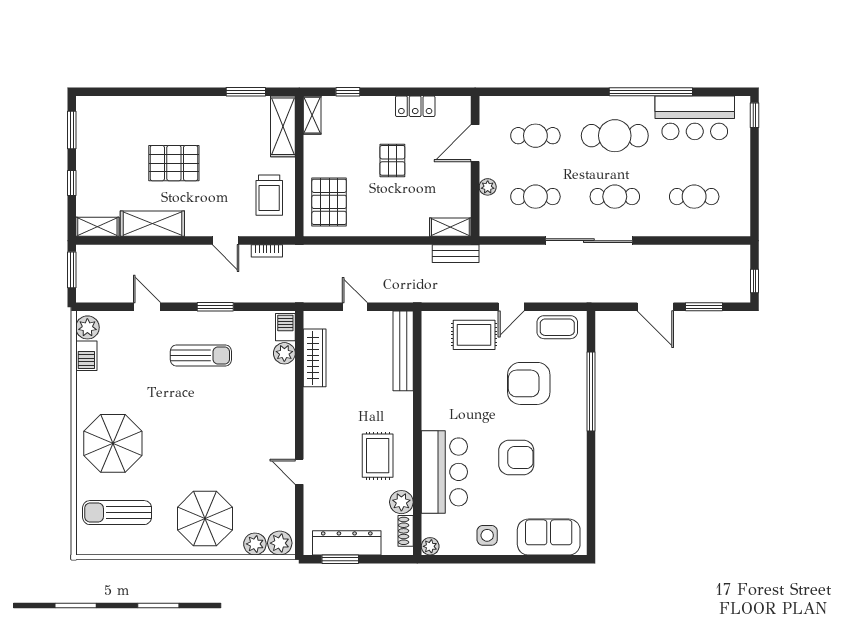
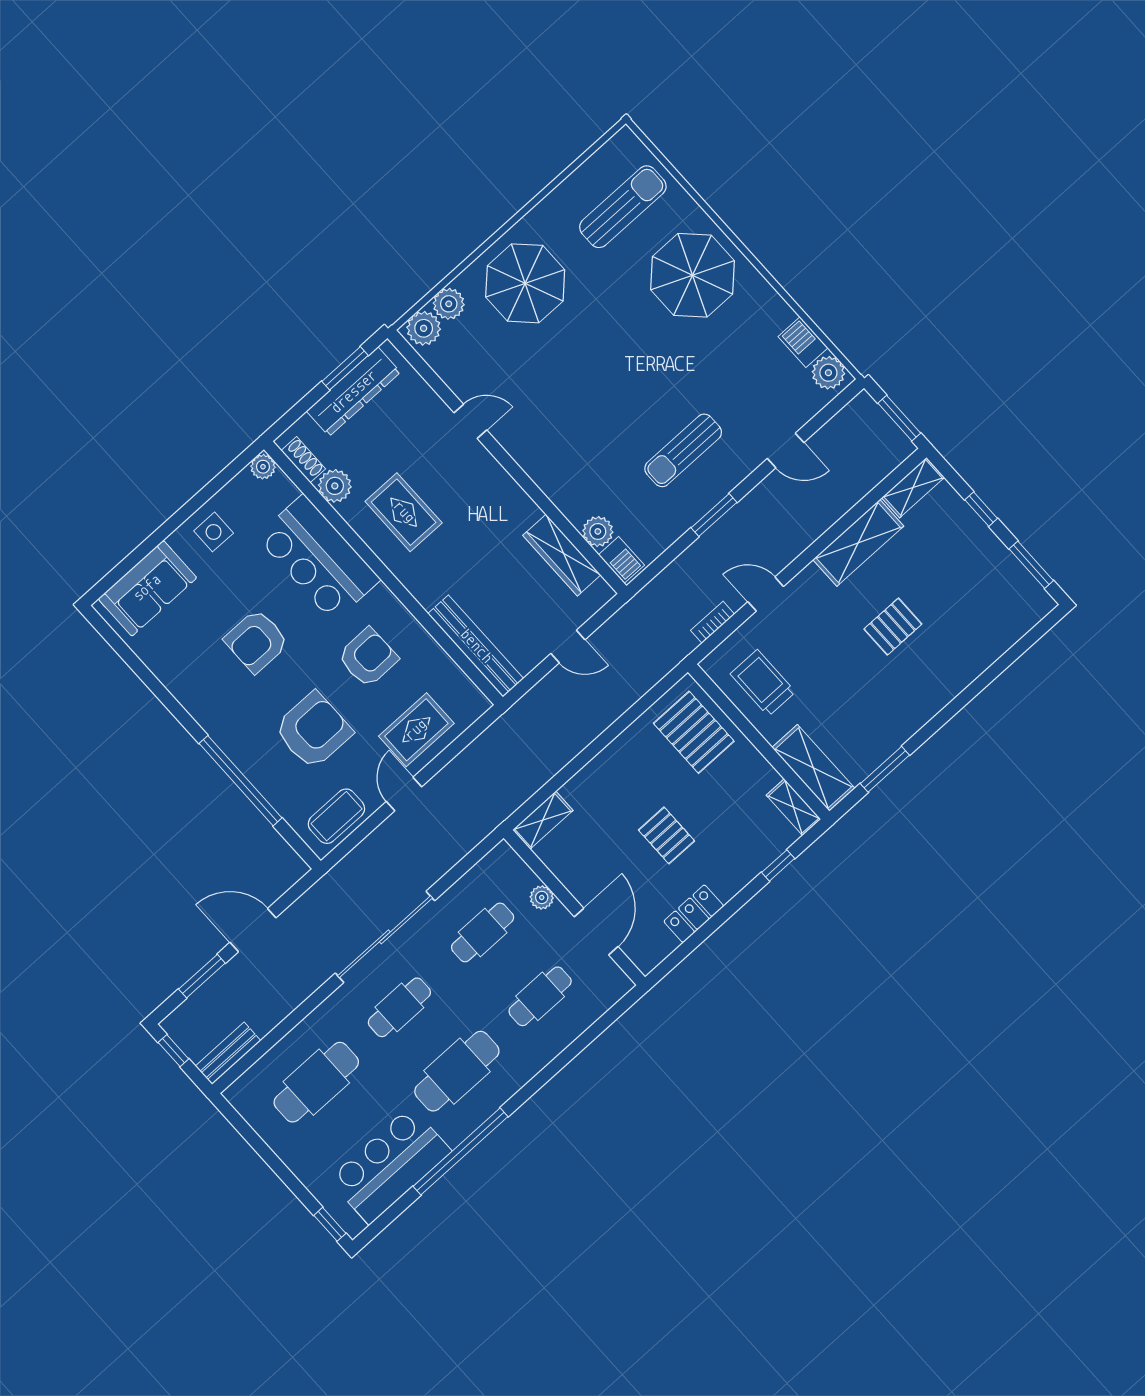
pallet: (174, 163) -> (893, 627), width x0.67, depth x0.71
cafe table: (694, 197) -> (316, 1082), width x1.37, depth x1.35
bench: (456, 254) -> (228, 1053), moved
armchair: (465, 396) -> (368, 657), added

